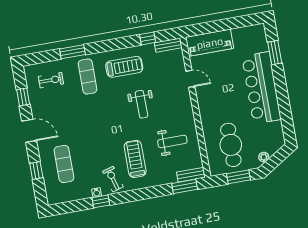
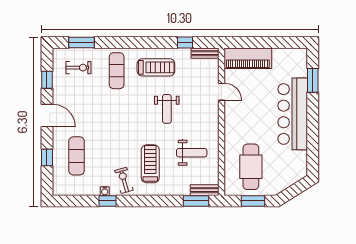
window: (72, 52) -> (82, 43), moved
plant: (264, 157) -> (282, 185), removed

